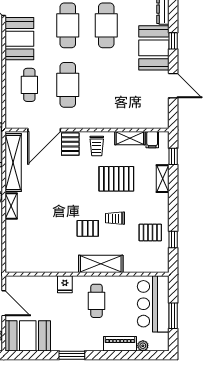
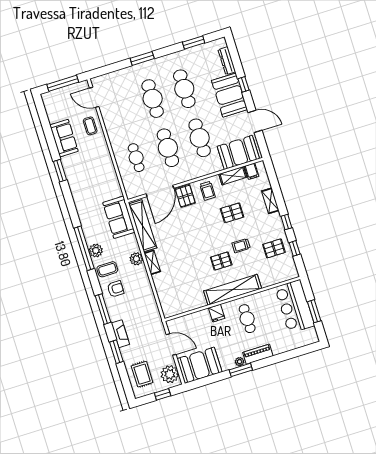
booth: (19, 39) -> (238, 152), moved, turned 90
cafe table: (106, 85) -> (200, 138), added
window: (173, 156) -> (286, 222), moved
pallet: (116, 179) -> (232, 213), width x0.67, depth x0.71
shelving: (101, 264) -> (233, 290), width x1.47
piano: (120, 344) -> (258, 354), moved
plant: (143, 346) -> (240, 362), moved

